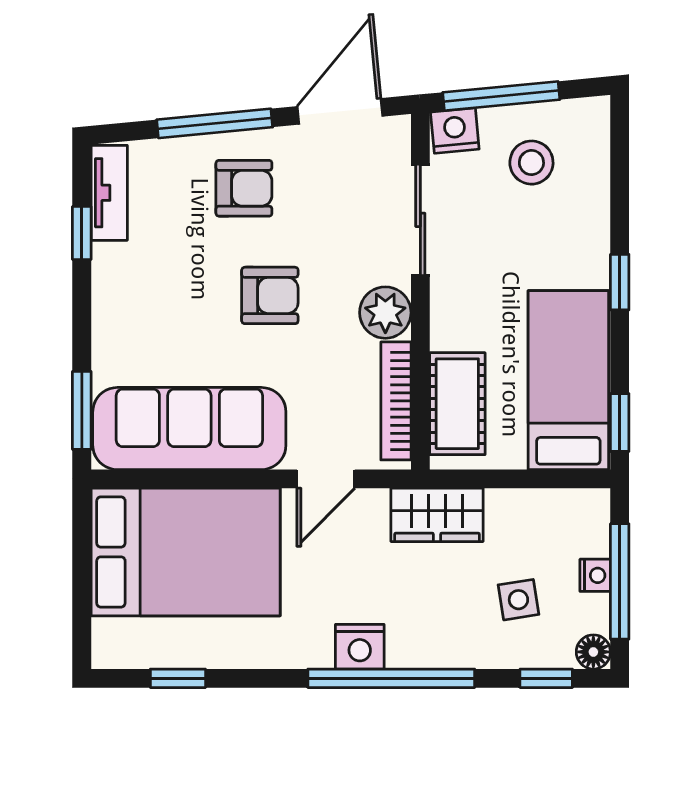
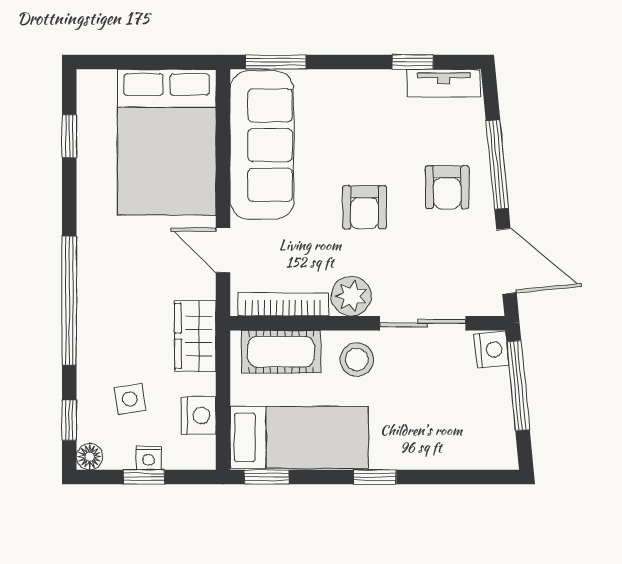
stool: (531, 163) -> (357, 359), moved
window: (620, 581) -> (144, 477), width x0.46
nightstand: (360, 647) -> (199, 415), moved, turned 180

